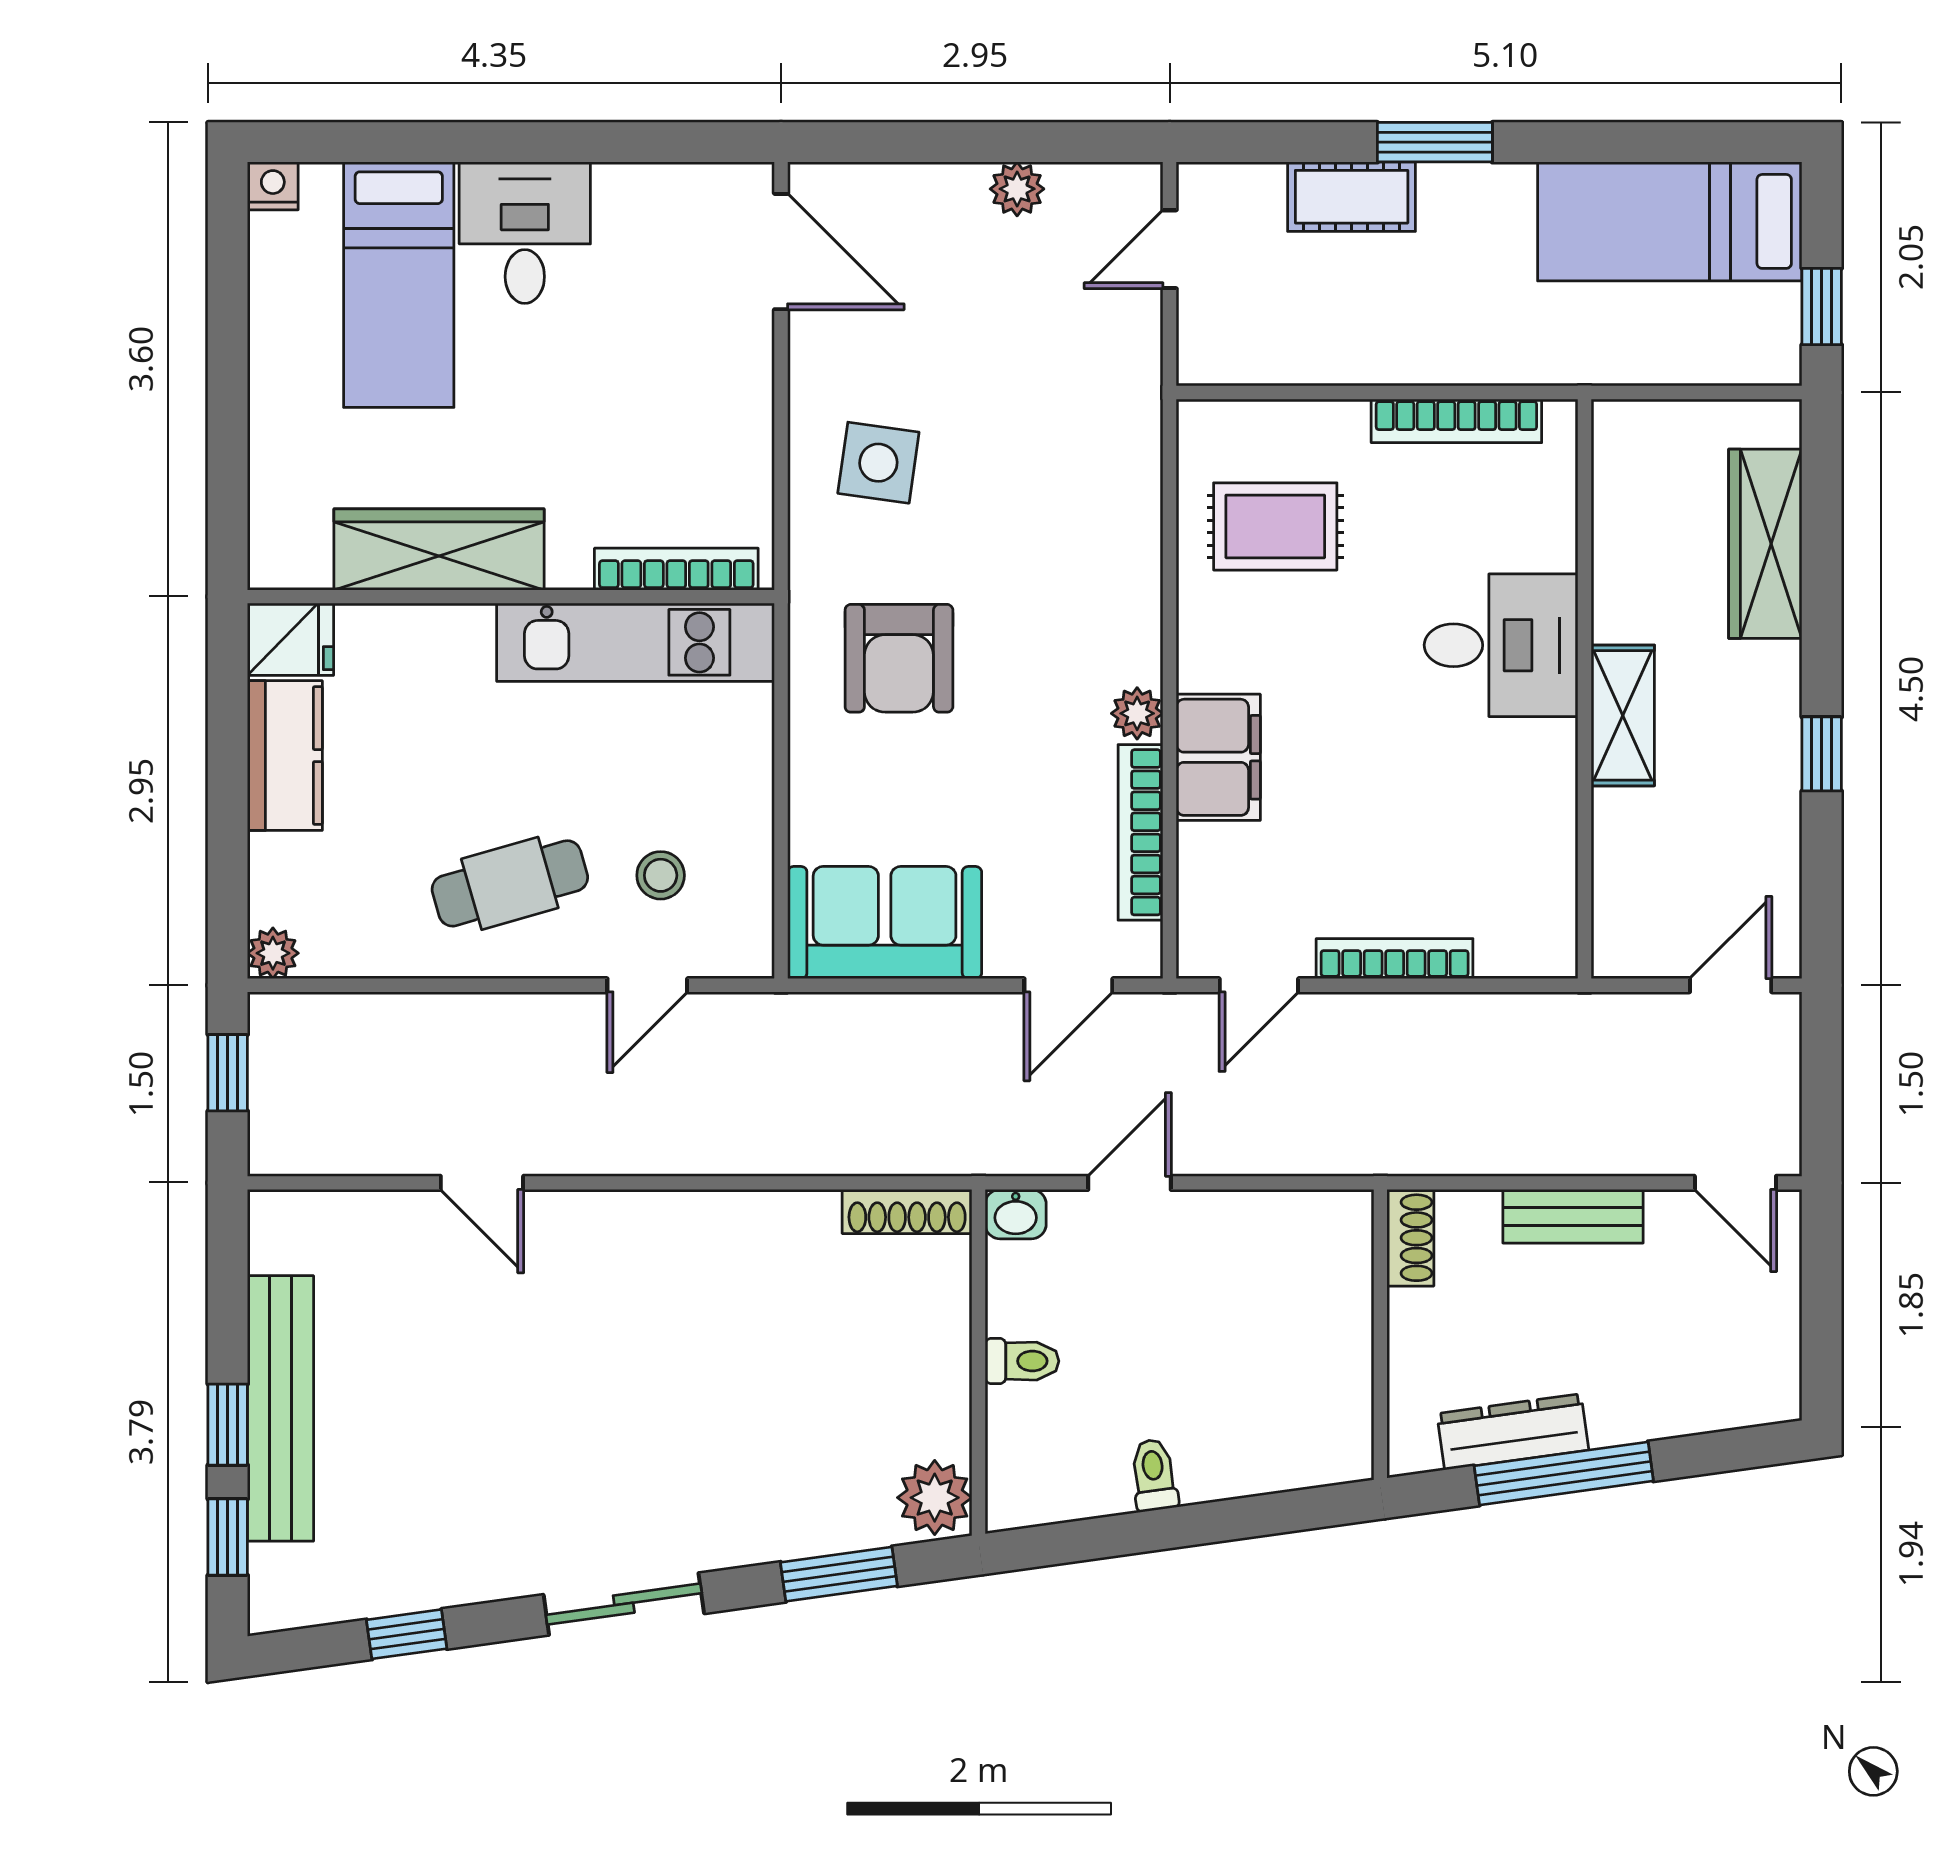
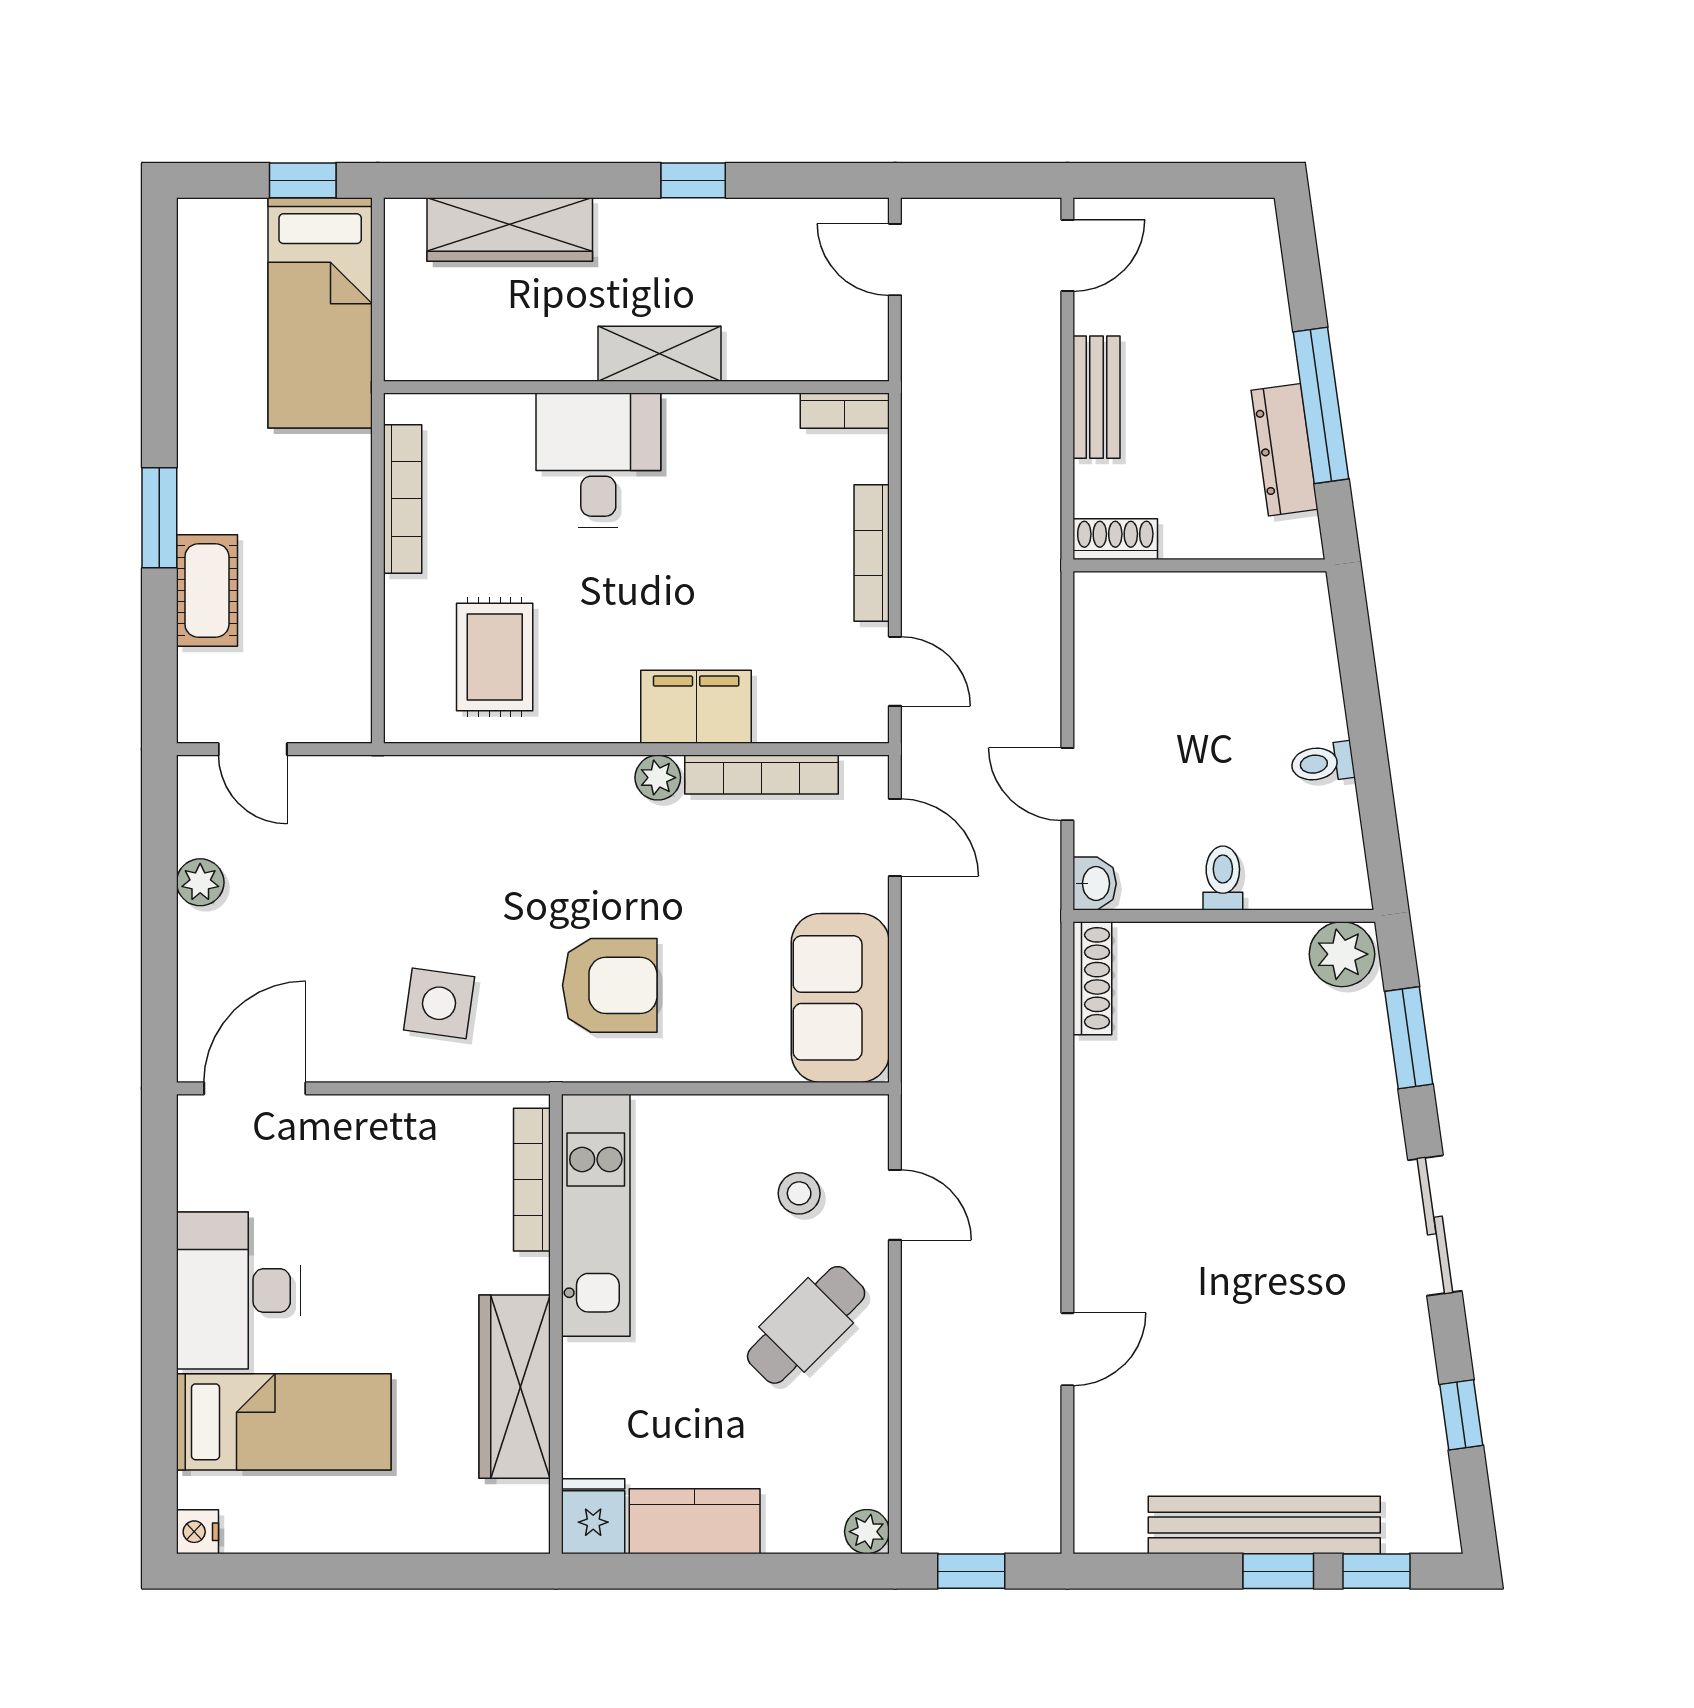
bed: (1670, 221) -> (320, 313), moved
desk: (525, 233) -> (238, 1290), width x1.37
cafe table: (510, 883) -> (806, 1325), turned 61
bookcase: (1558, 928) -> (845, 411), added

